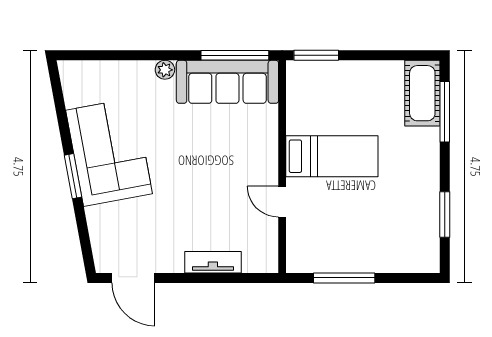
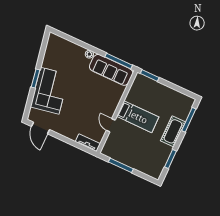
cot: (422, 93) -> (173, 131), moved
corner sofa: (109, 152) -> (50, 91), moved
tv unit: (213, 262) -> (88, 143), moved

